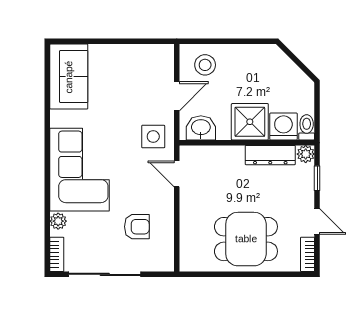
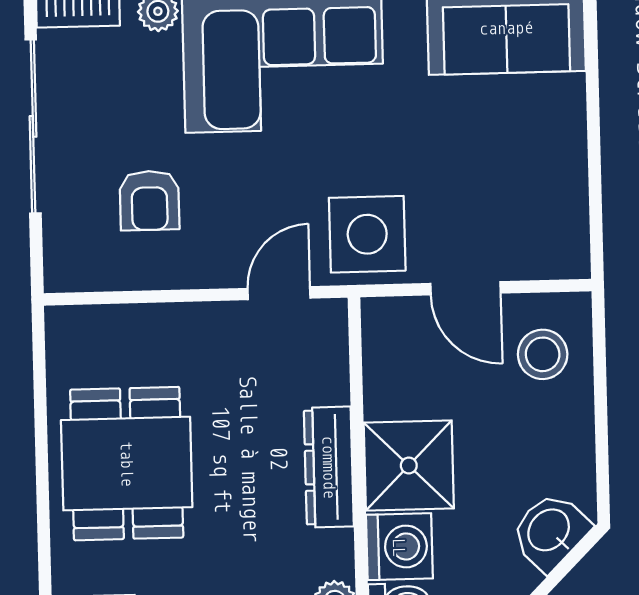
washbasin: (201, 128) -> (550, 531), moved, turned -135
side table: (153, 137) -> (367, 234), width x1.37, depth x1.37
dresser: (270, 155) -> (329, 467), moved

